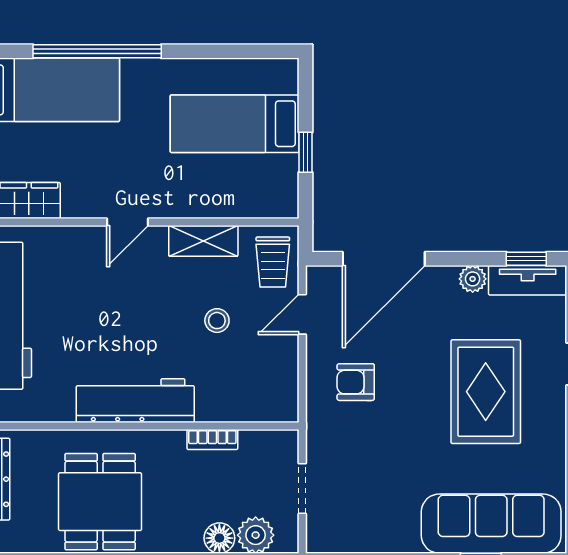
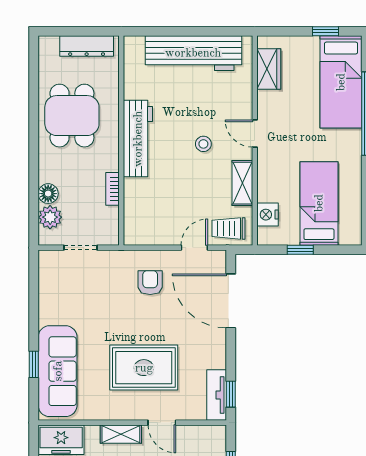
nightstand: (252, 202) -> (268, 215), added
plant: (473, 279) -> (217, 359), removed
door: (302, 314) -> (194, 248), hinge flipped
stool: (217, 321) -> (203, 144), moved
dining table: (100, 502) -> (72, 116), turned 90

